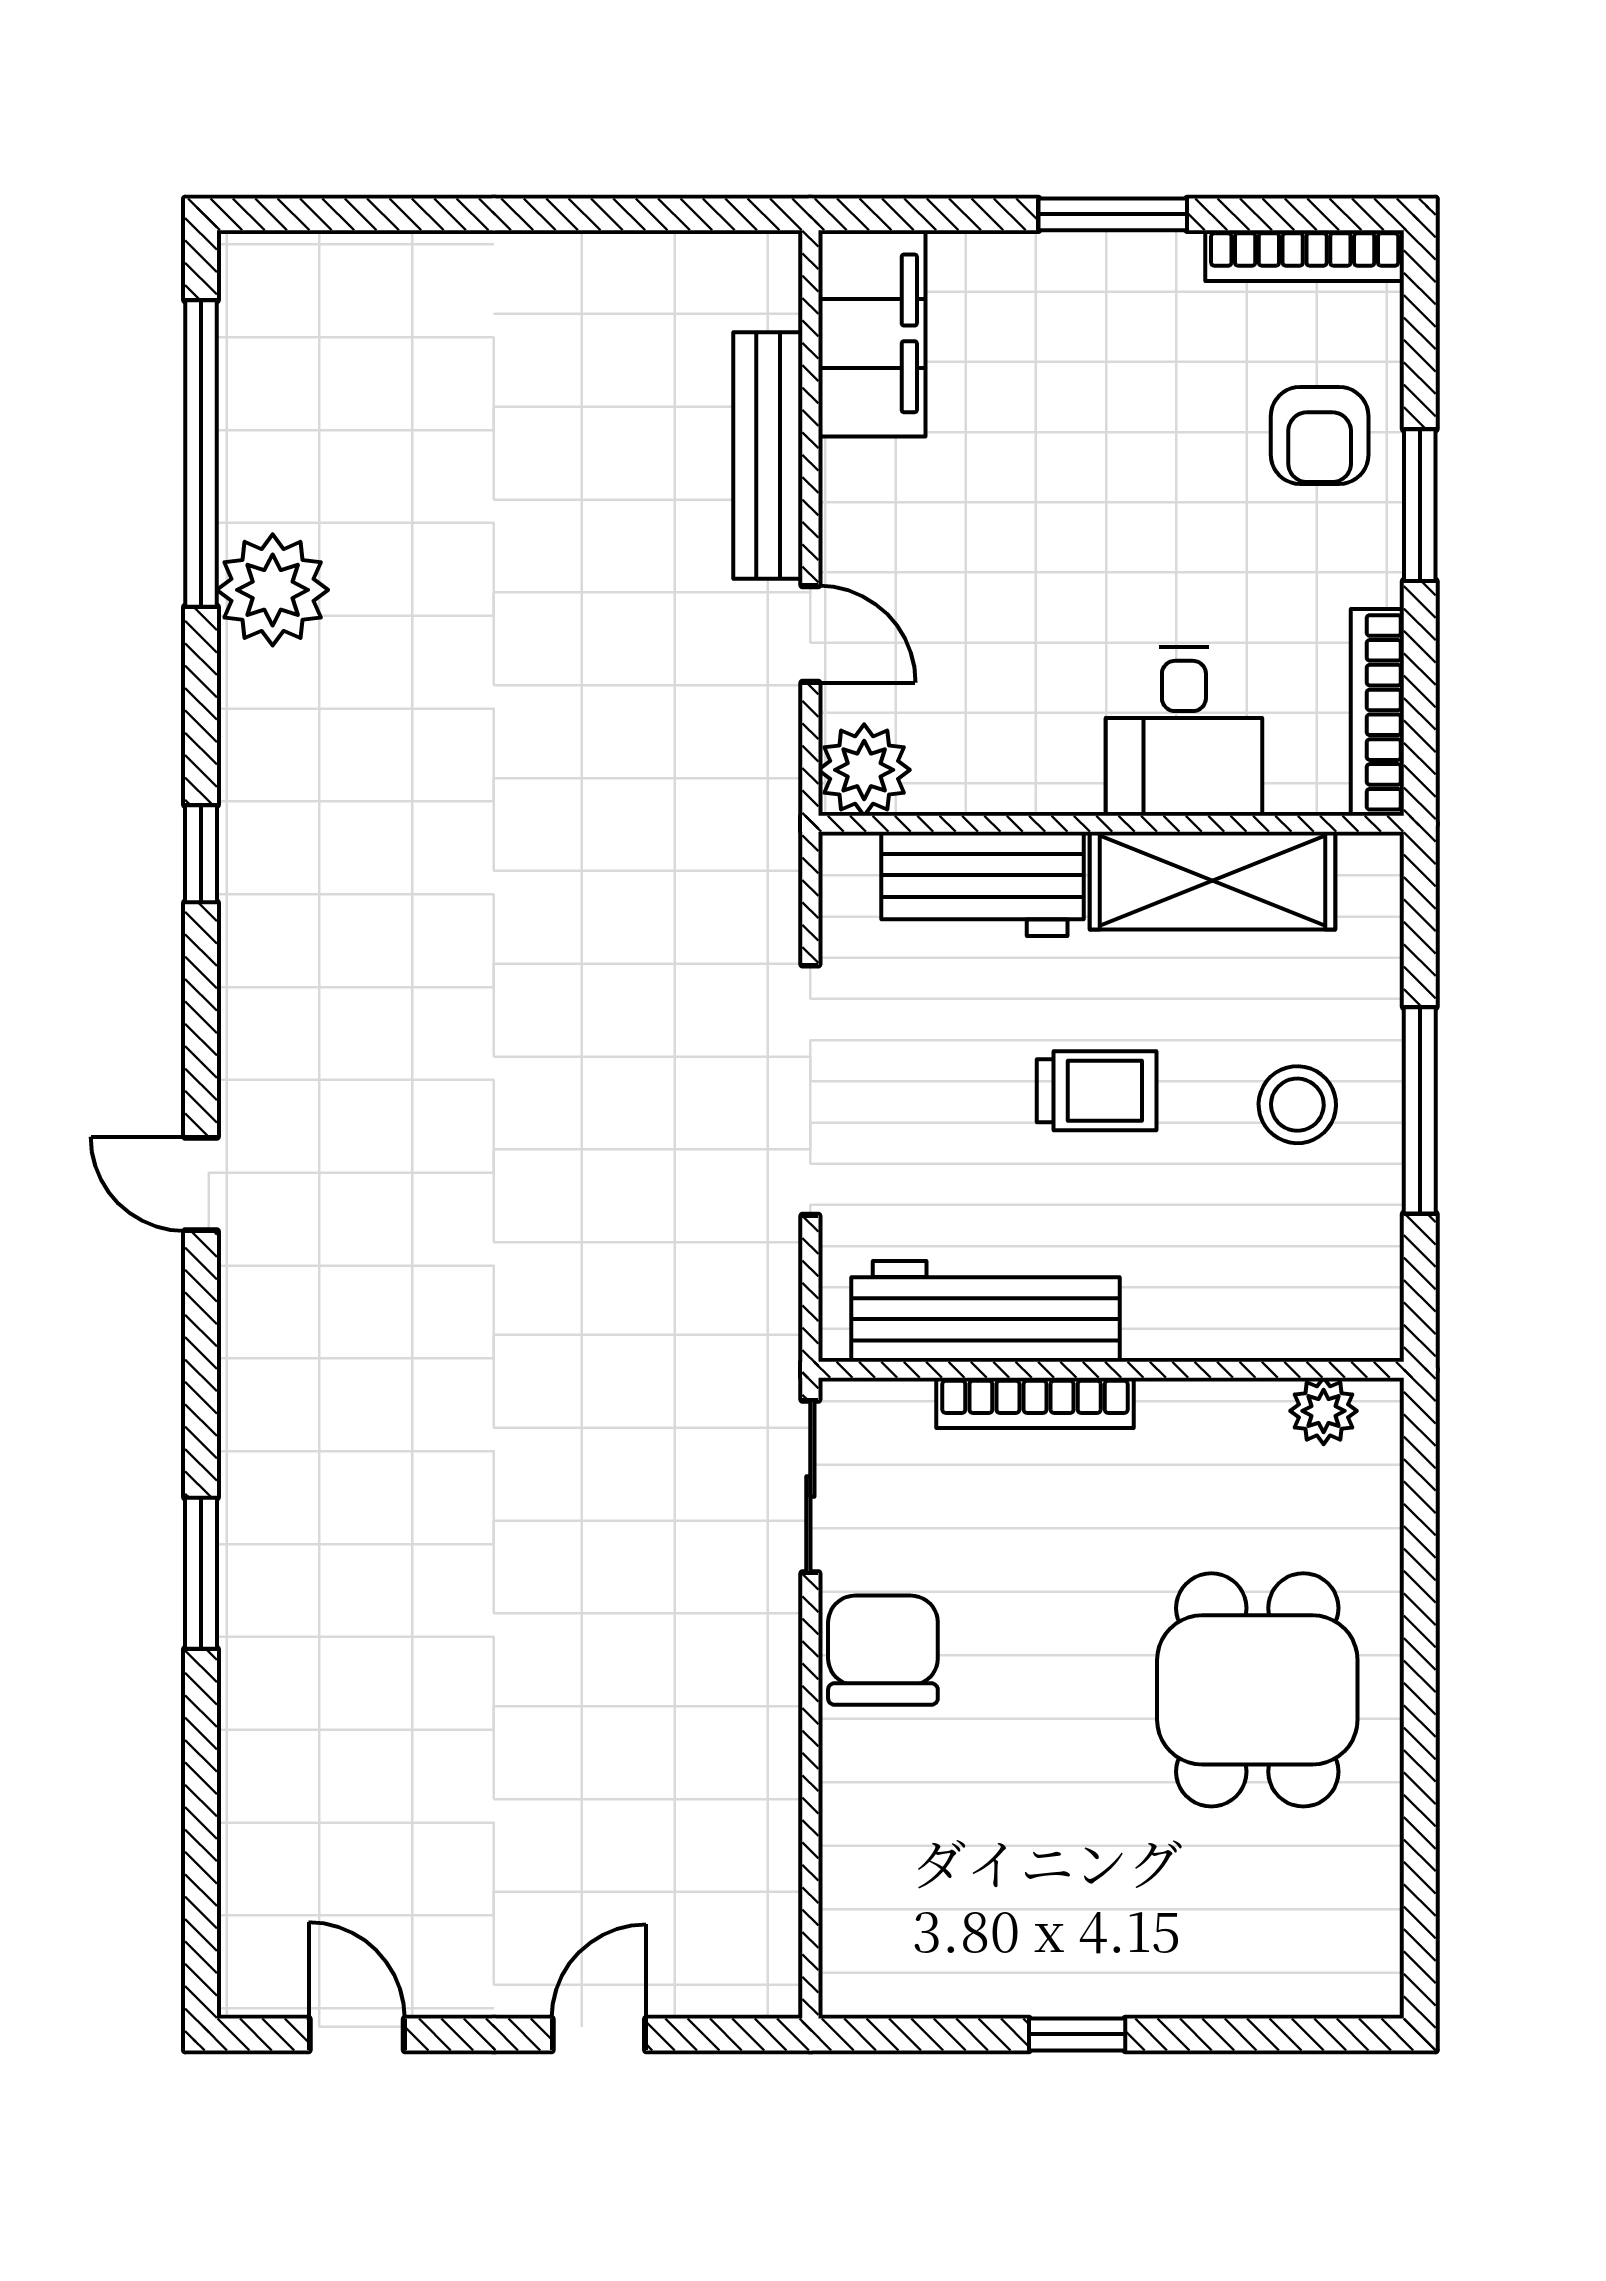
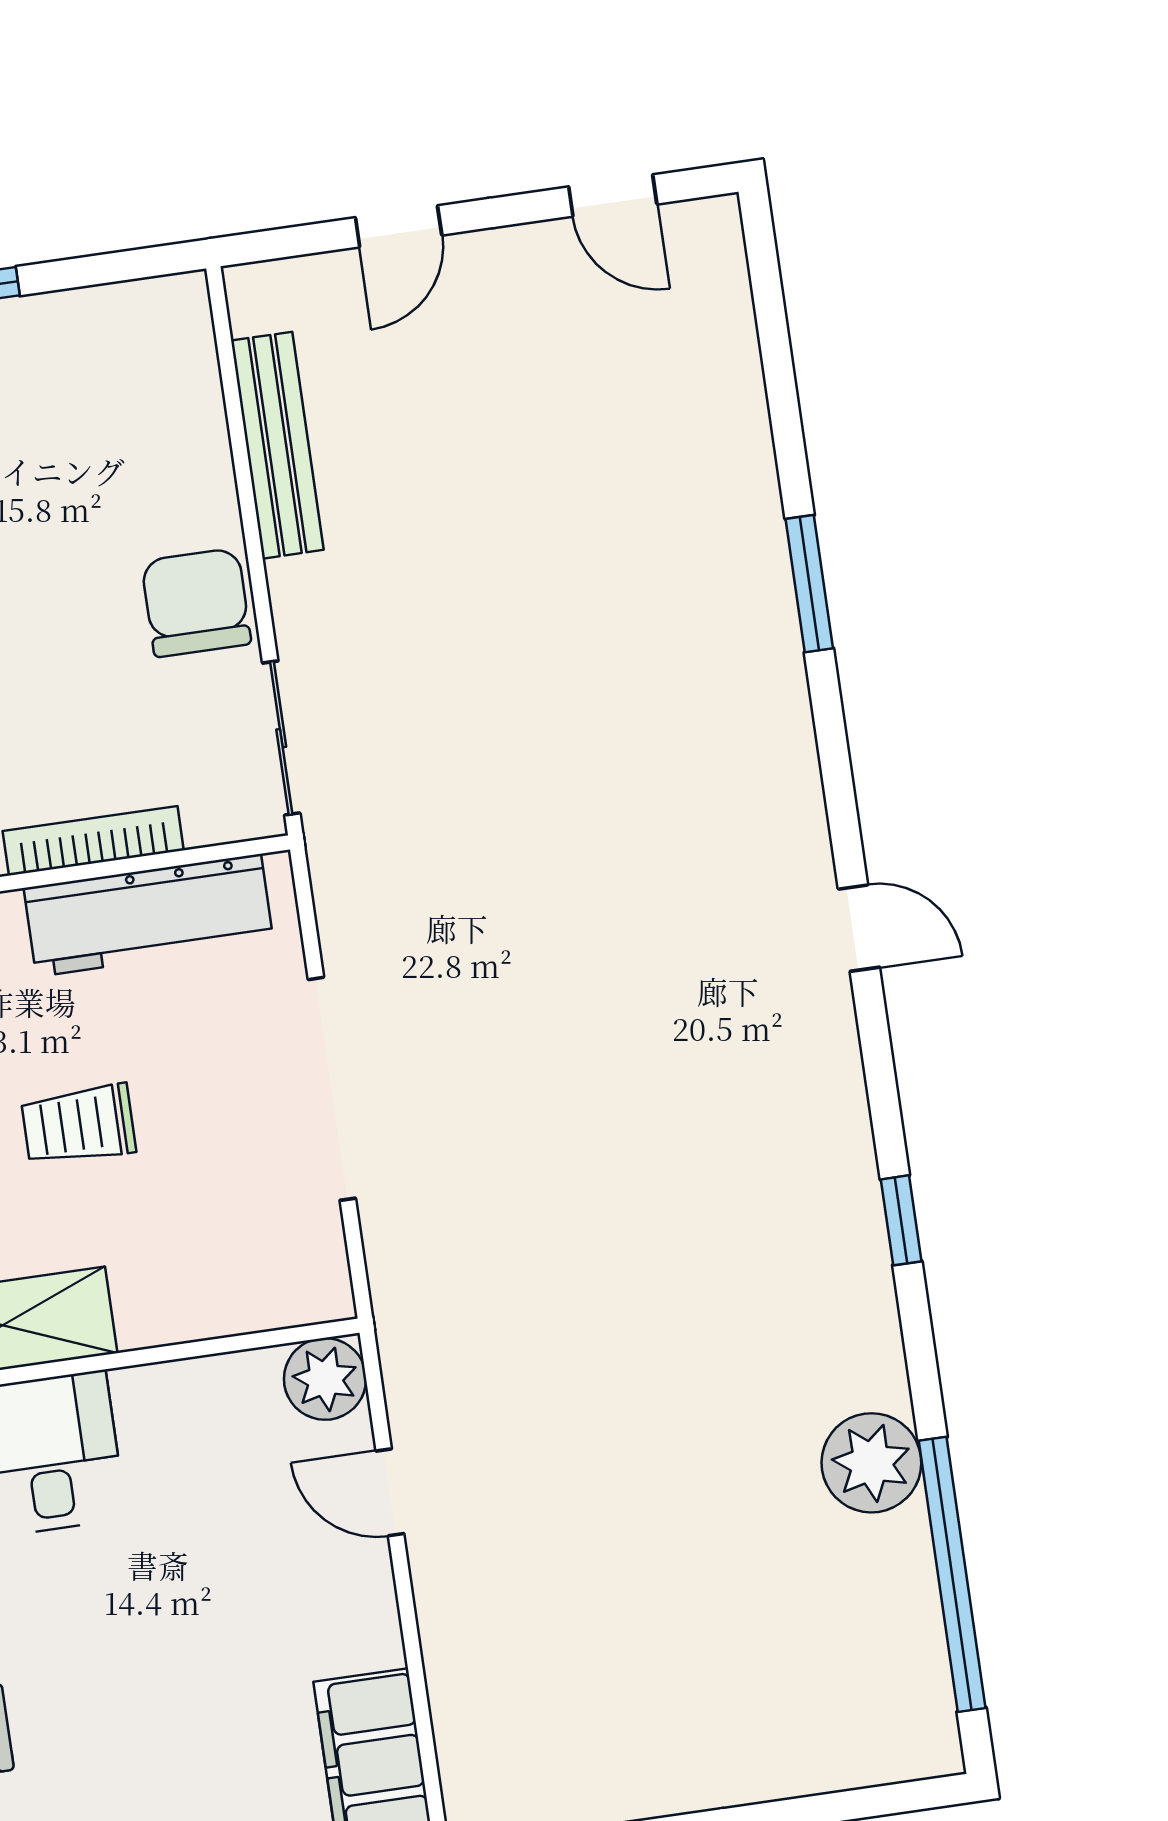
bench: (768, 456) -> (277, 445), moved
workbench: (982, 884) -> (206, 1293), removed
chair: (883, 1650) -> (196, 602), turned 180

